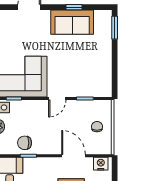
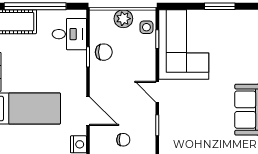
chair: (25, 143) -> (104, 52), turned 90
door: (73, 156) -> (88, 111), hinge flipped

